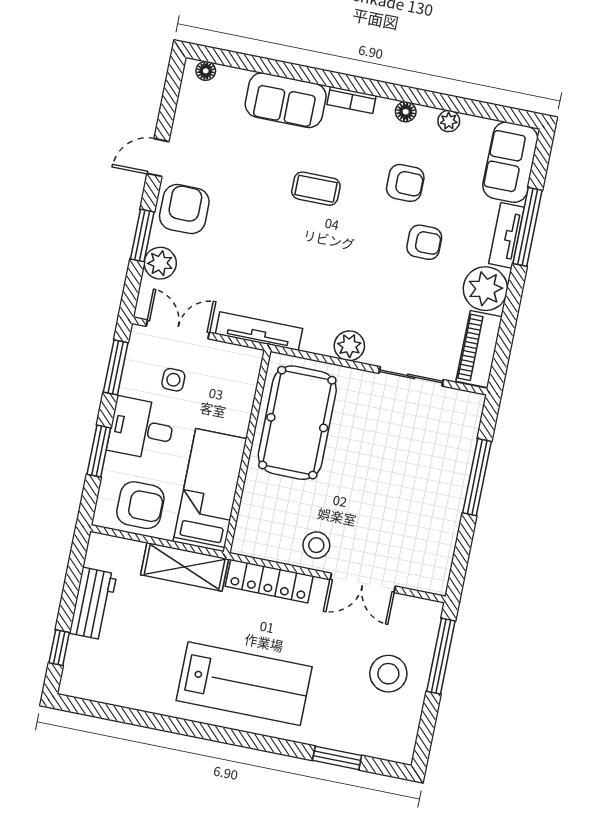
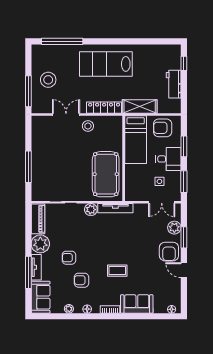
door: (158, 158) -> (184, 270), swing flipped
tv unit: (259, 331) -> (115, 208), moved
window: (337, 758) -> (62, 41), width x2.11

